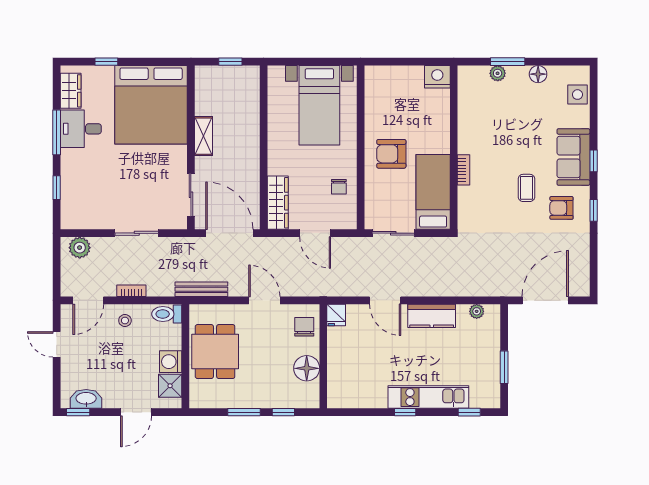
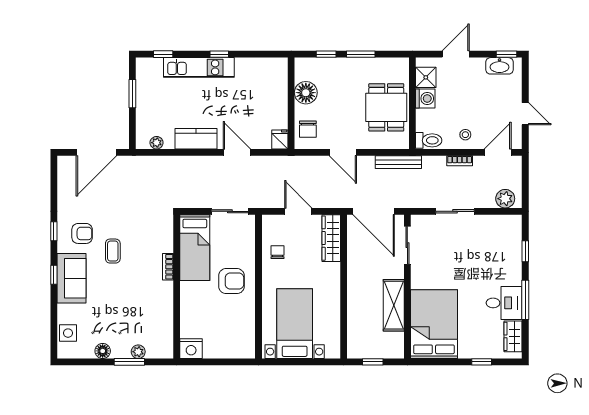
bed: (151, 105) -> (434, 324), width x0.73
shelving: (203, 136) -> (394, 305), width x1.50, depth x1.33

